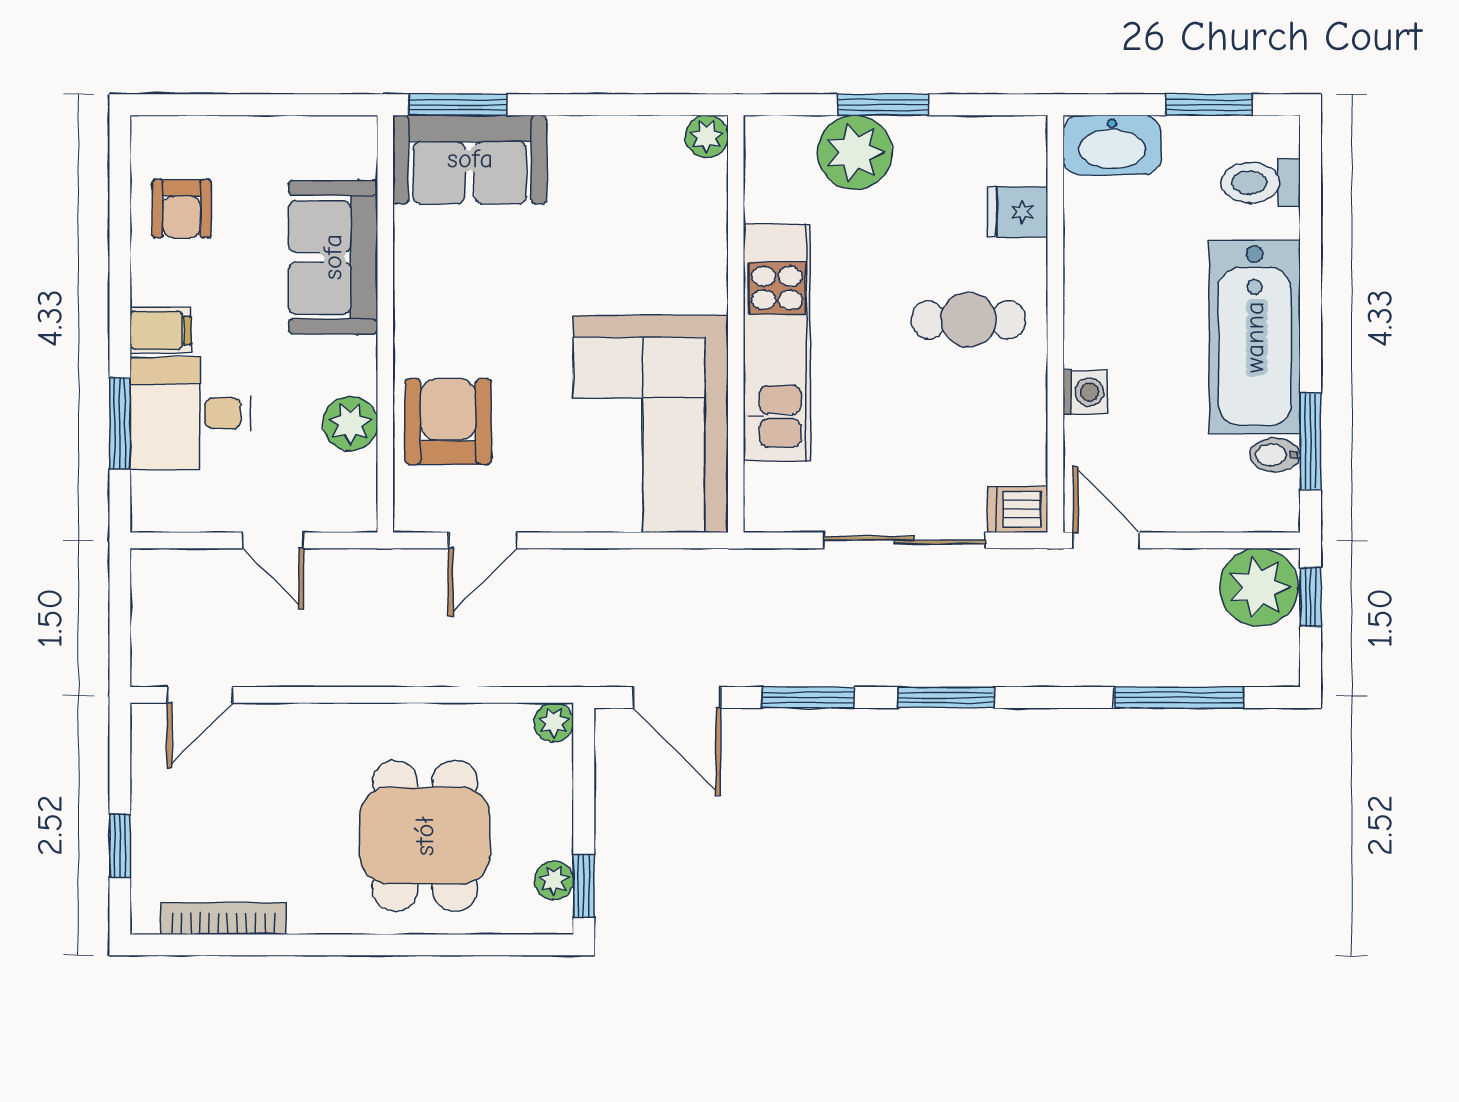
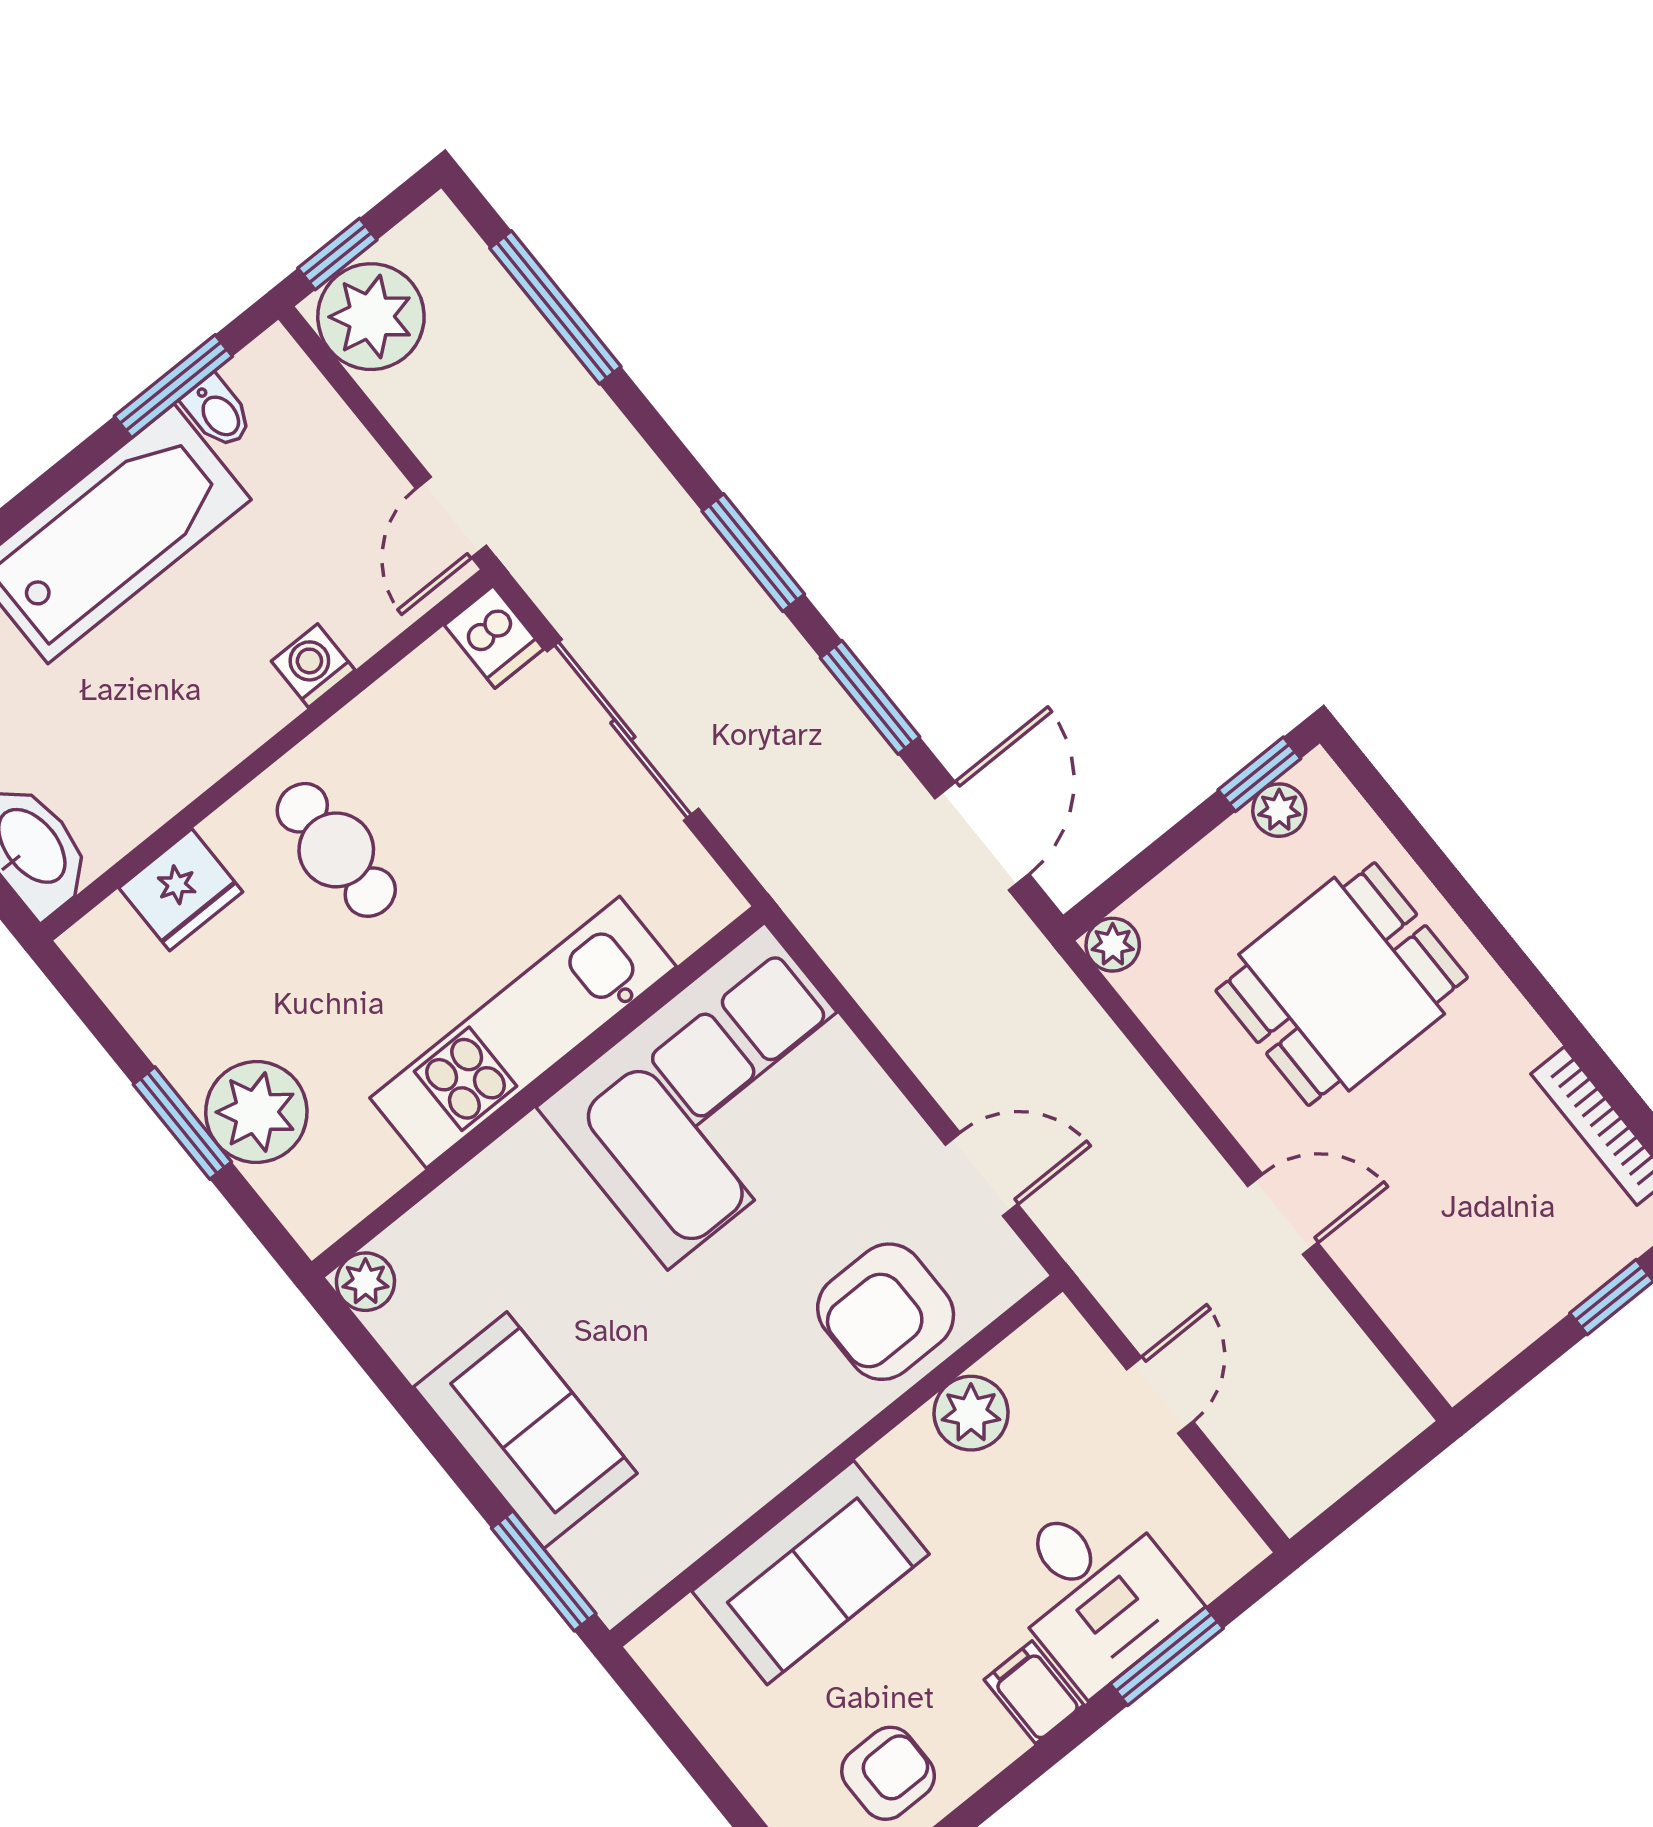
sofa: (470, 159) -> (525, 1430), moved
fridge: (1018, 212) -> (181, 890), width x1.38
door: (200, 695) -> (1283, 1214), moved

